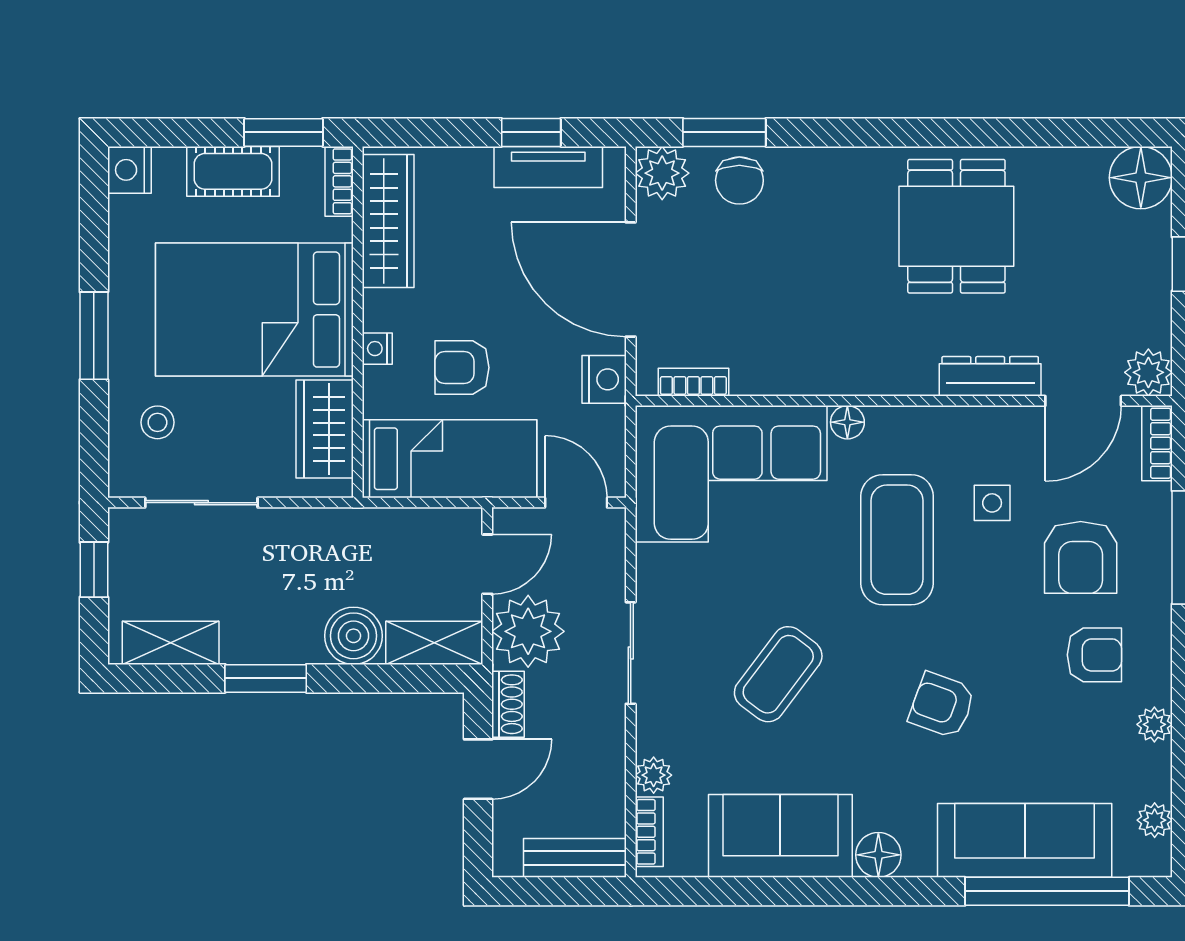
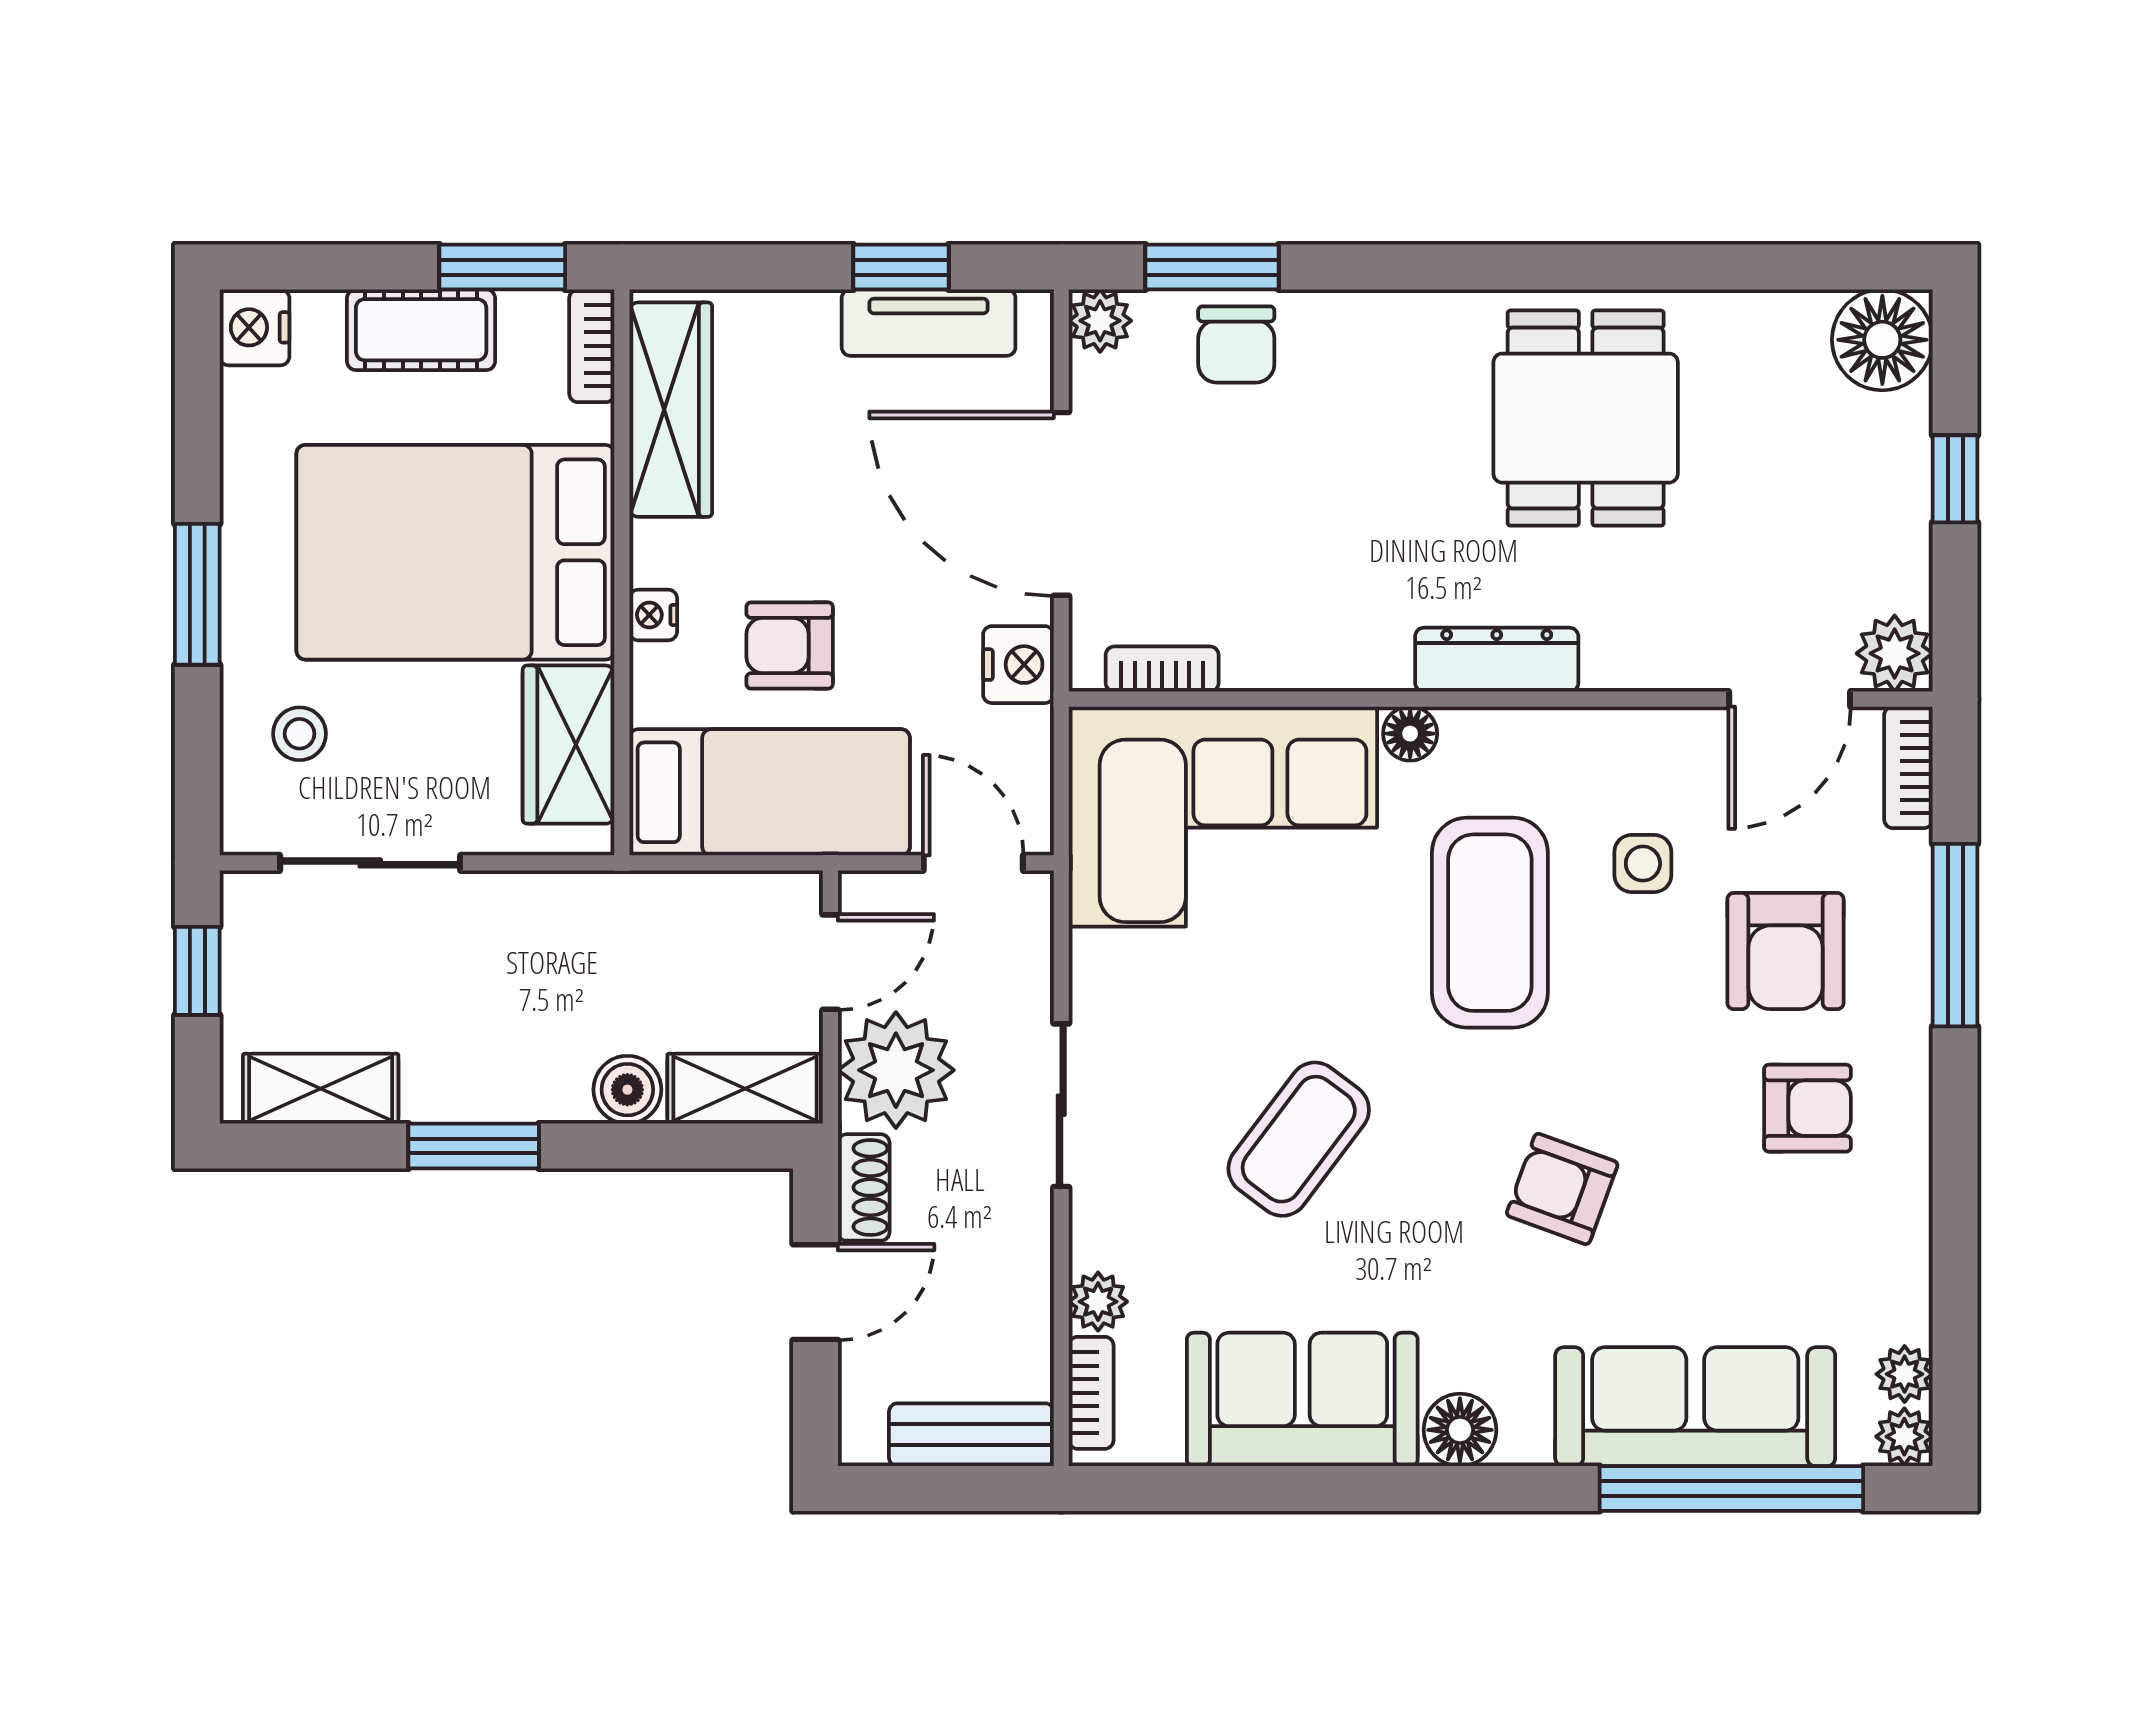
plant: (662, 173) -> (1100, 321), width x0.73, depth x0.73
dresser: (990, 376) -> (1497, 660), moved
boiler: (353, 636) -> (627, 1090), width x0.73, depth x0.73
plant: (1154, 724) -> (1904, 1437), moved

